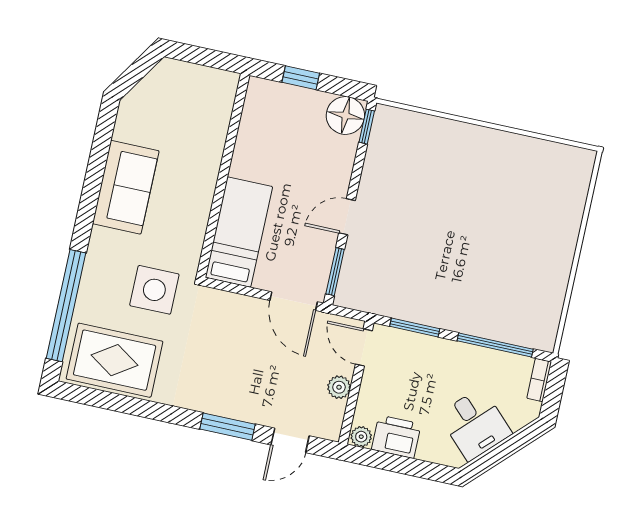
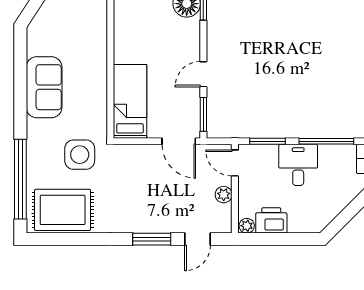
desk: (475, 424) -> (298, 165), moved, turned -135

